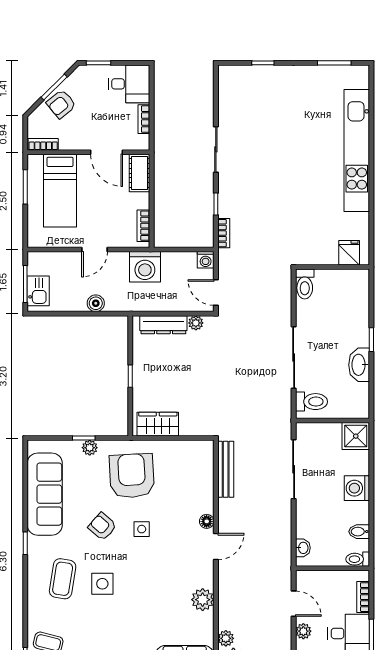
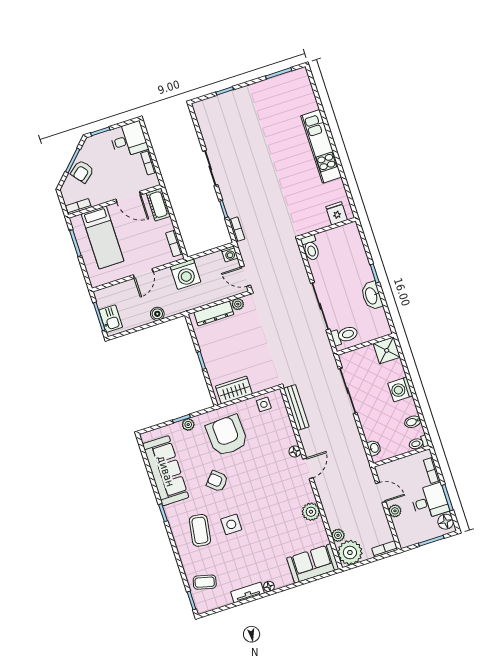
kitchen unit: (357, 150) -> (321, 146), width x0.73
side table: (142, 529) -> (264, 404), moved

